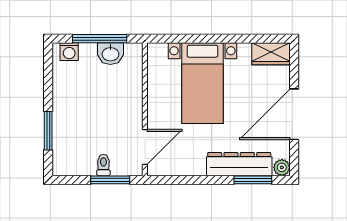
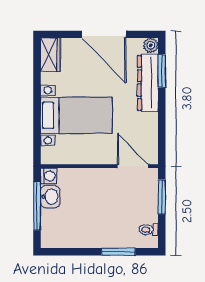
washing machine: (69, 52) -> (49, 176), moved
toilet: (103, 165) -> (149, 230), moved

